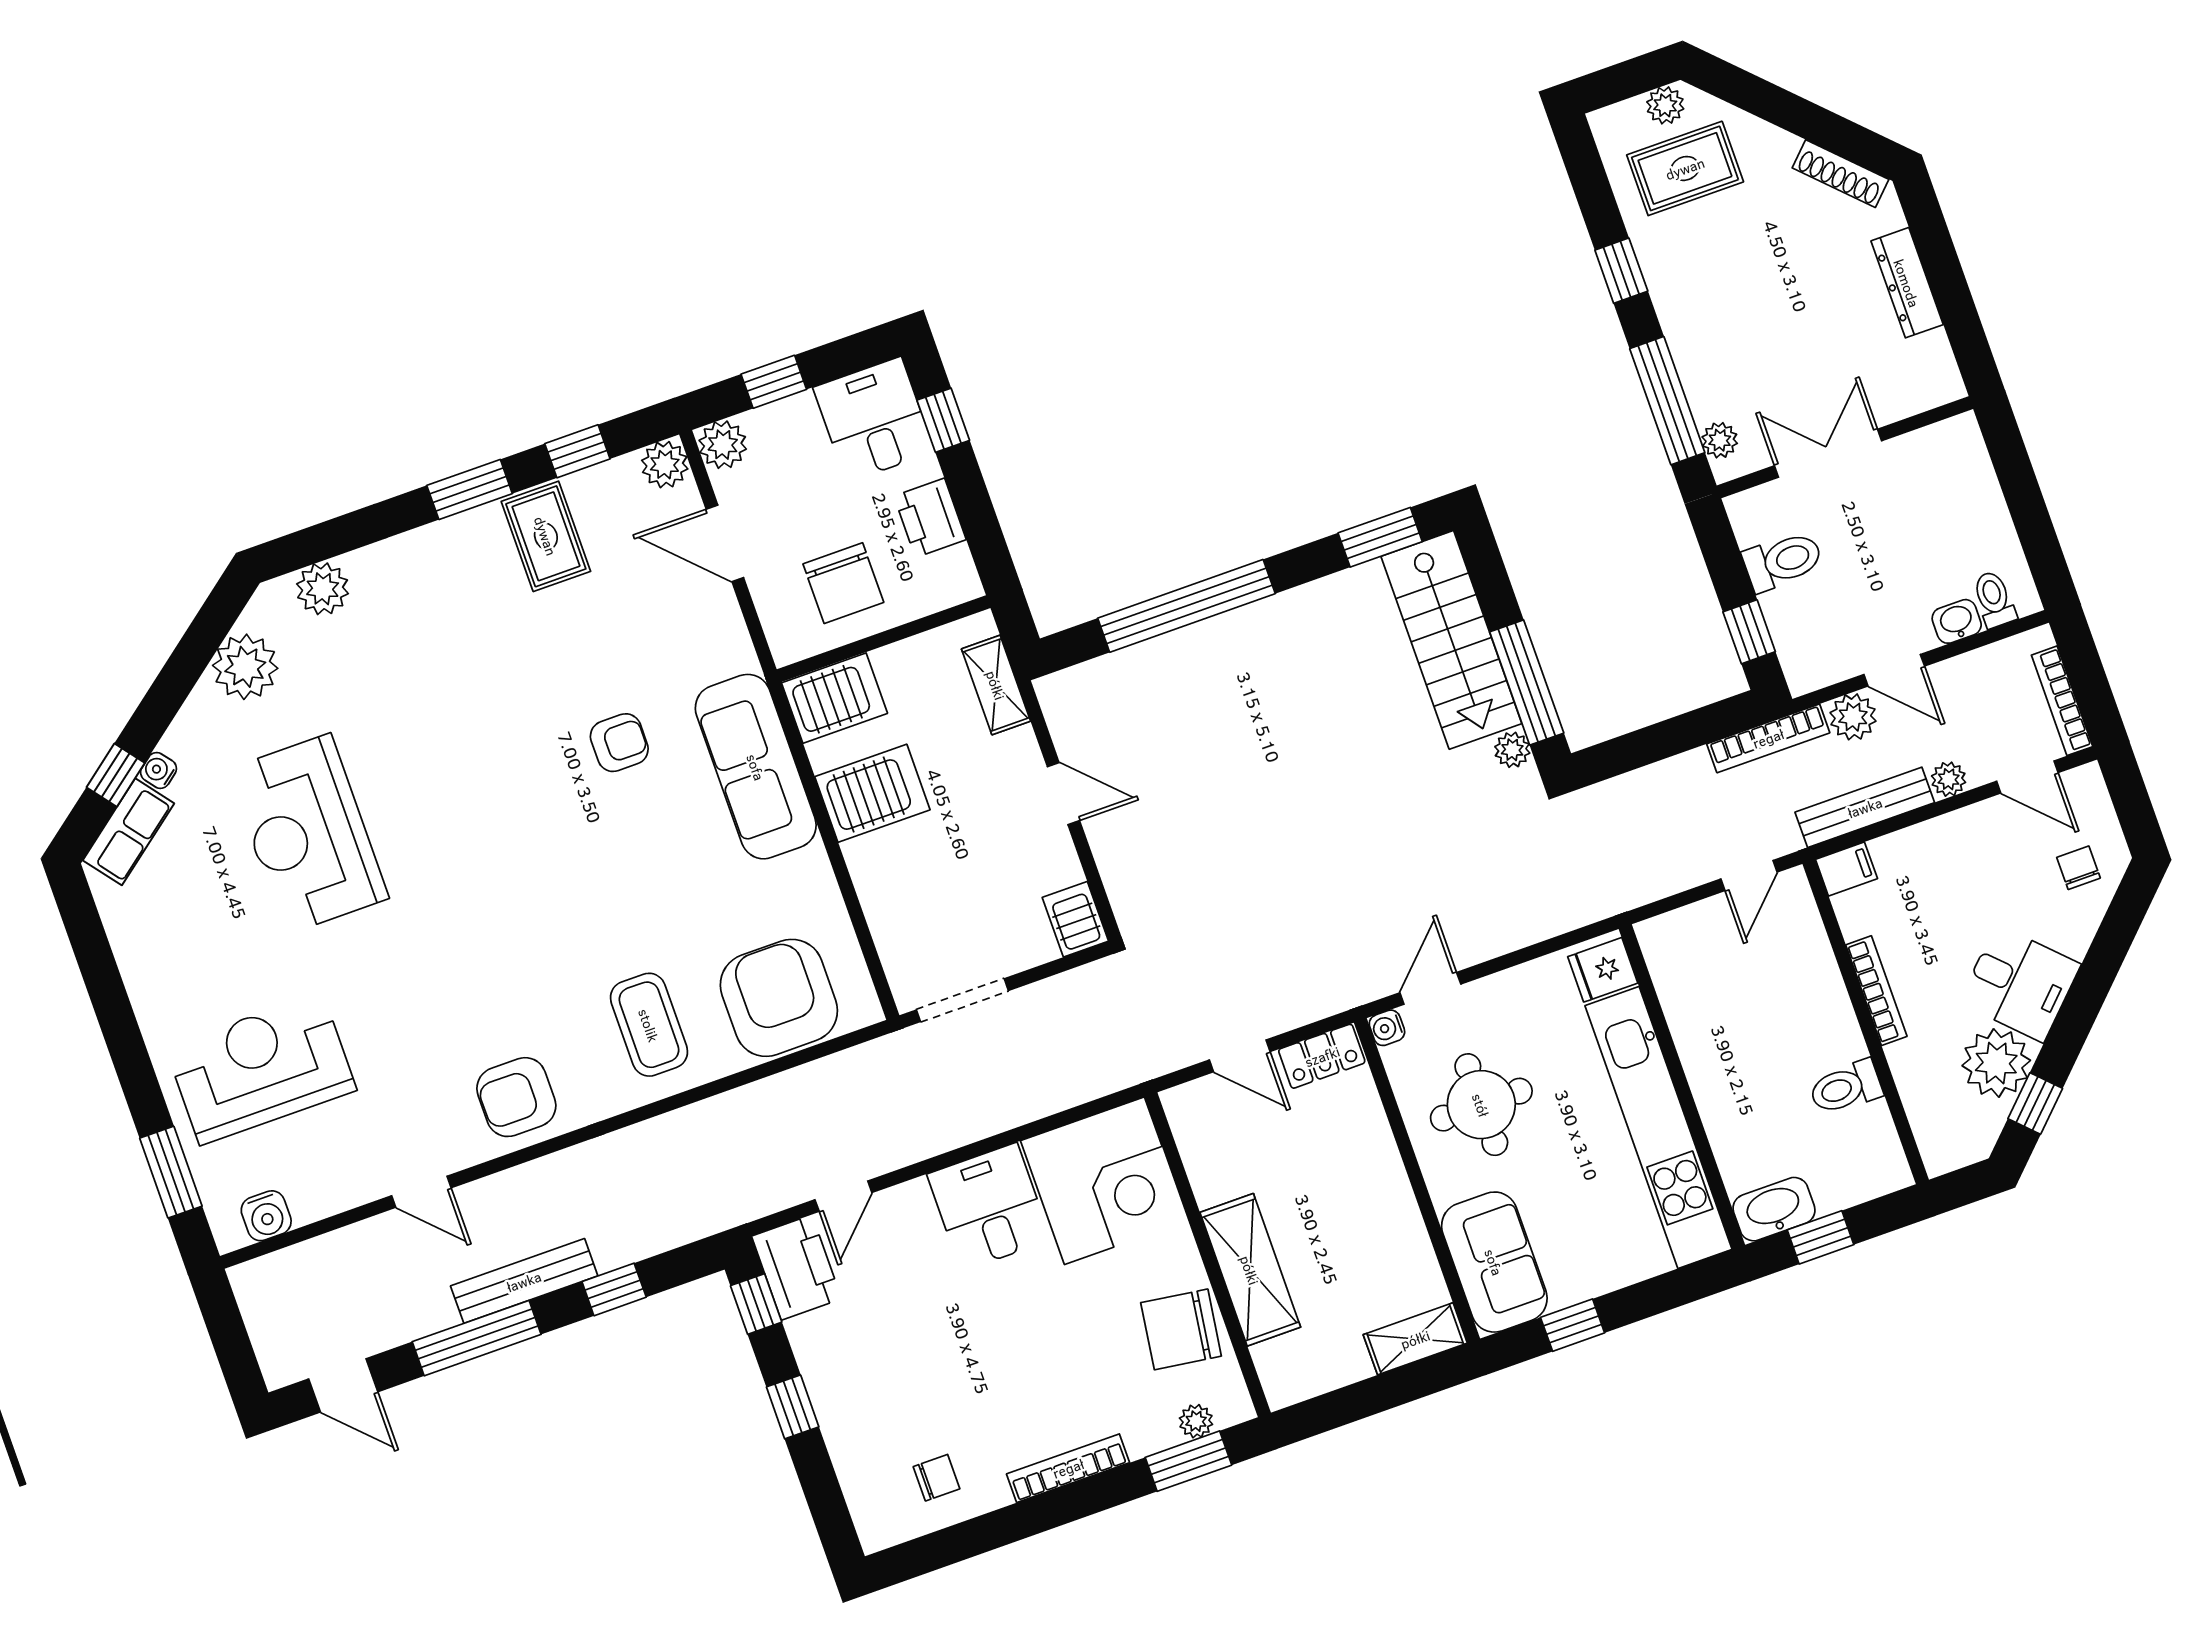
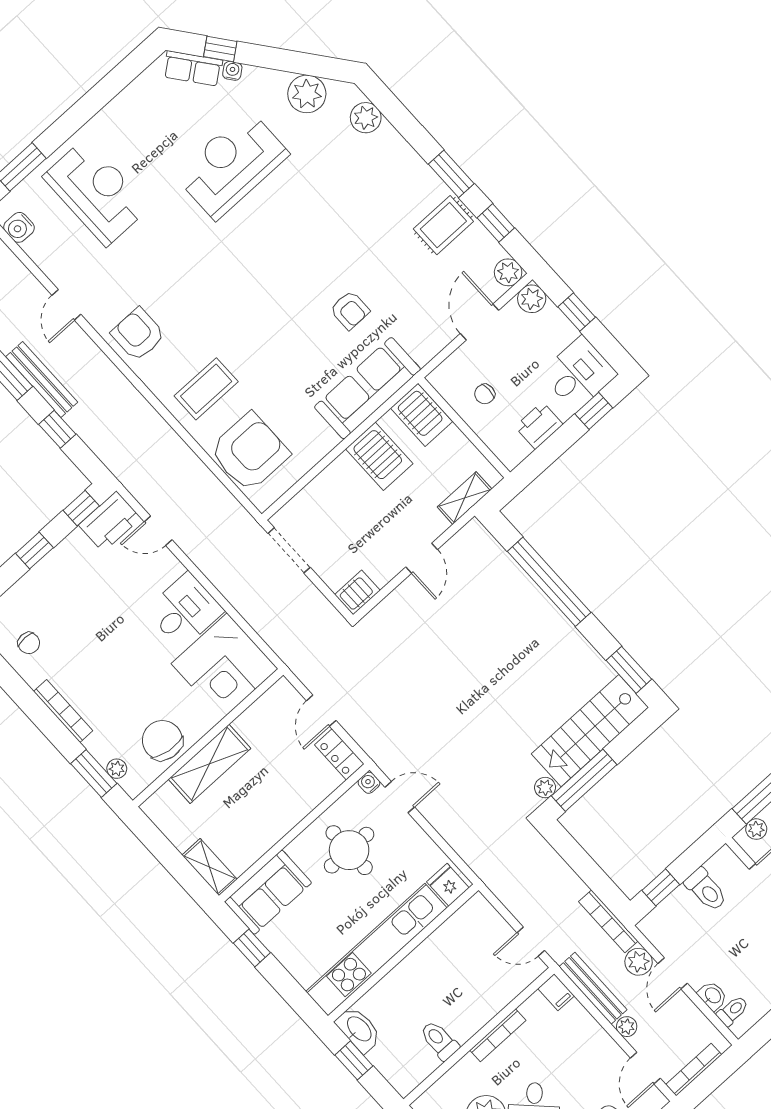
chair: (843, 583) -> (485, 394), width x0.54, depth x0.54

